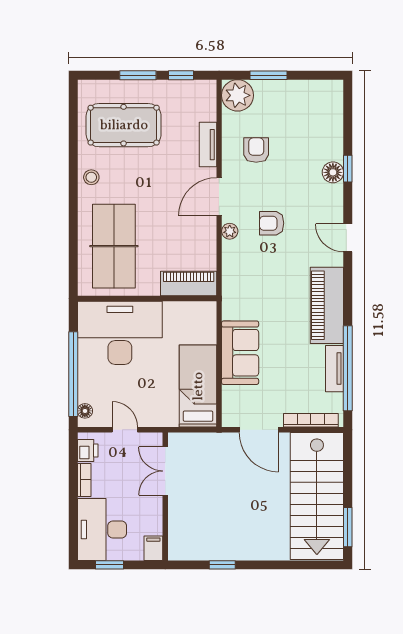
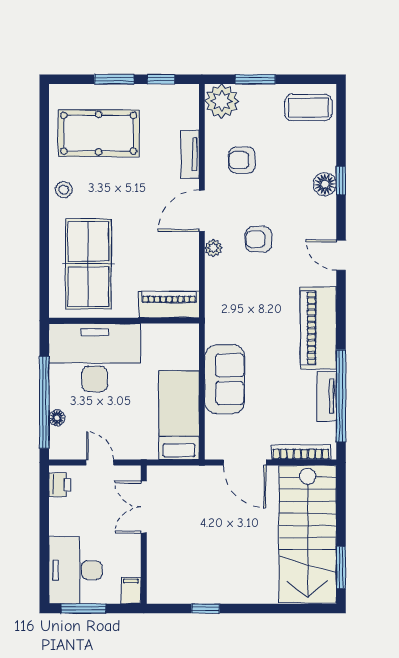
coffee table: (318, 101) -> (308, 108), added
armchair: (256, 150) -> (242, 160), turned -90
floor lamp: (85, 411) -> (57, 418), moved
bookcase: (84, 480) -> (56, 517), removed
window: (109, 565) -> (83, 609), width x1.50

